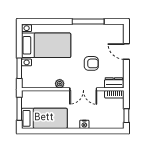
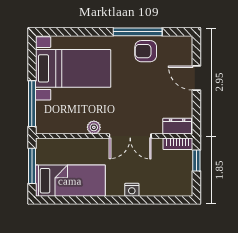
armchair: (91, 63) -> (146, 51), moved, turned 180
window: (19, 68) -> (32, 104), width x1.44
window: (126, 116) -> (196, 161), moved

